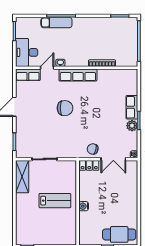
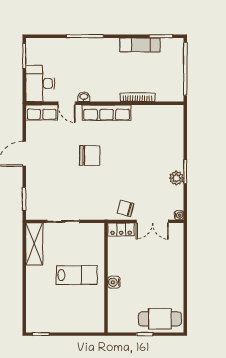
exam couch: (56, 23) -> (140, 45), moved
door: (47, 68) -> (67, 103), swing flipped
row of seats: (132, 107) -> (176, 154), removed

